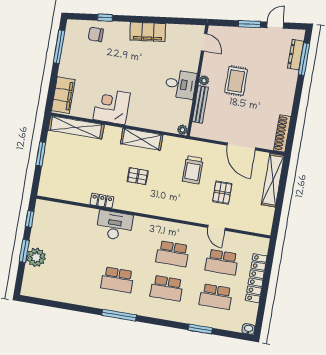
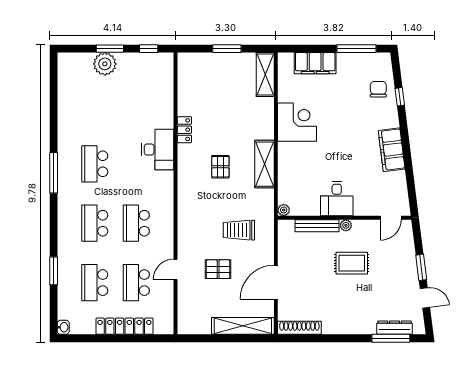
filing cabinet: (63, 95) -> (315, 63), moved
shelving: (76, 127) -> (265, 74), width x0.68

